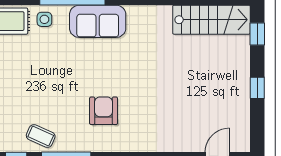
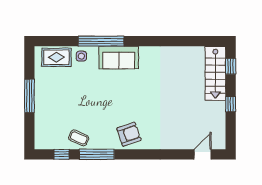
stairs: (211, 20) -> (215, 73), moved, turned 90
armchair: (104, 111) -> (129, 134), moved, turned 71

